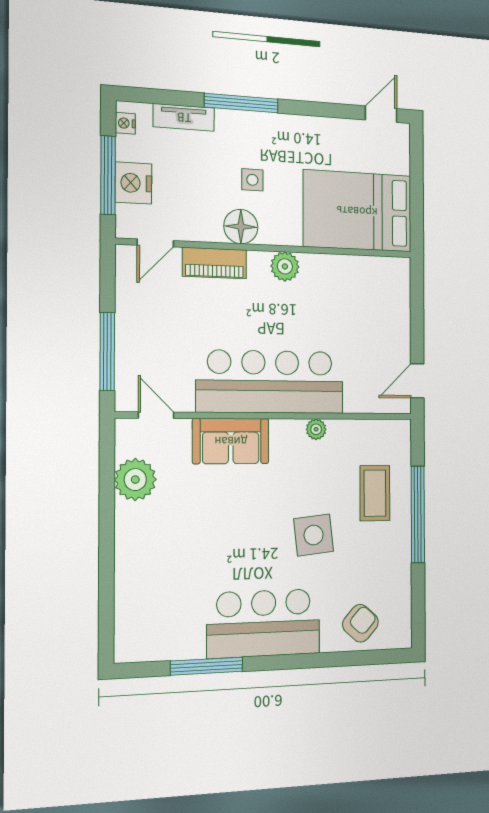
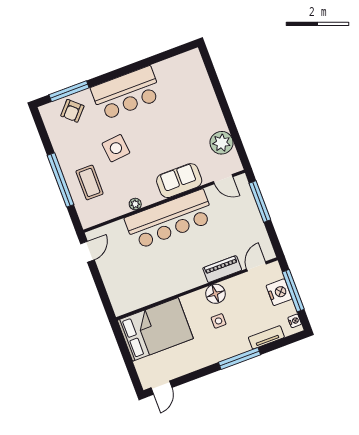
plant: (285, 266) -> (184, 283), removed
window: (207, 666) -> (69, 91), moved

